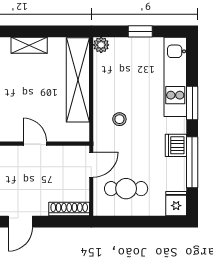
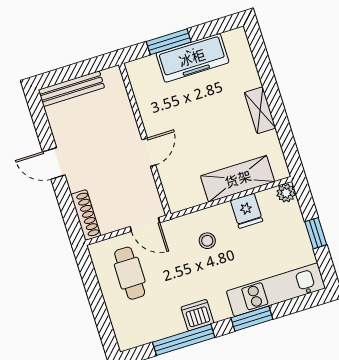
shelving: (78, 80) -> (238, 179), width x0.68
fridge: (176, 204) -> (247, 211), moved, turned 90

